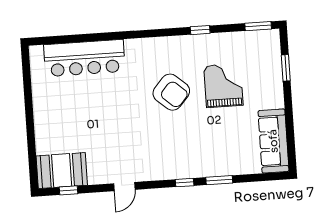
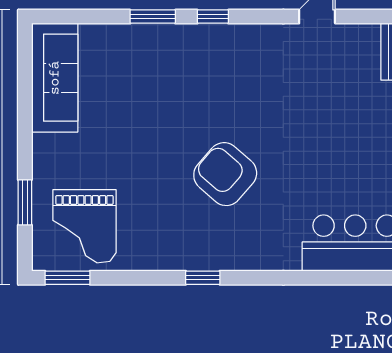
window: (200, 30) -> (203, 278), moved
grand piano: (223, 86) -> (84, 226), moved

